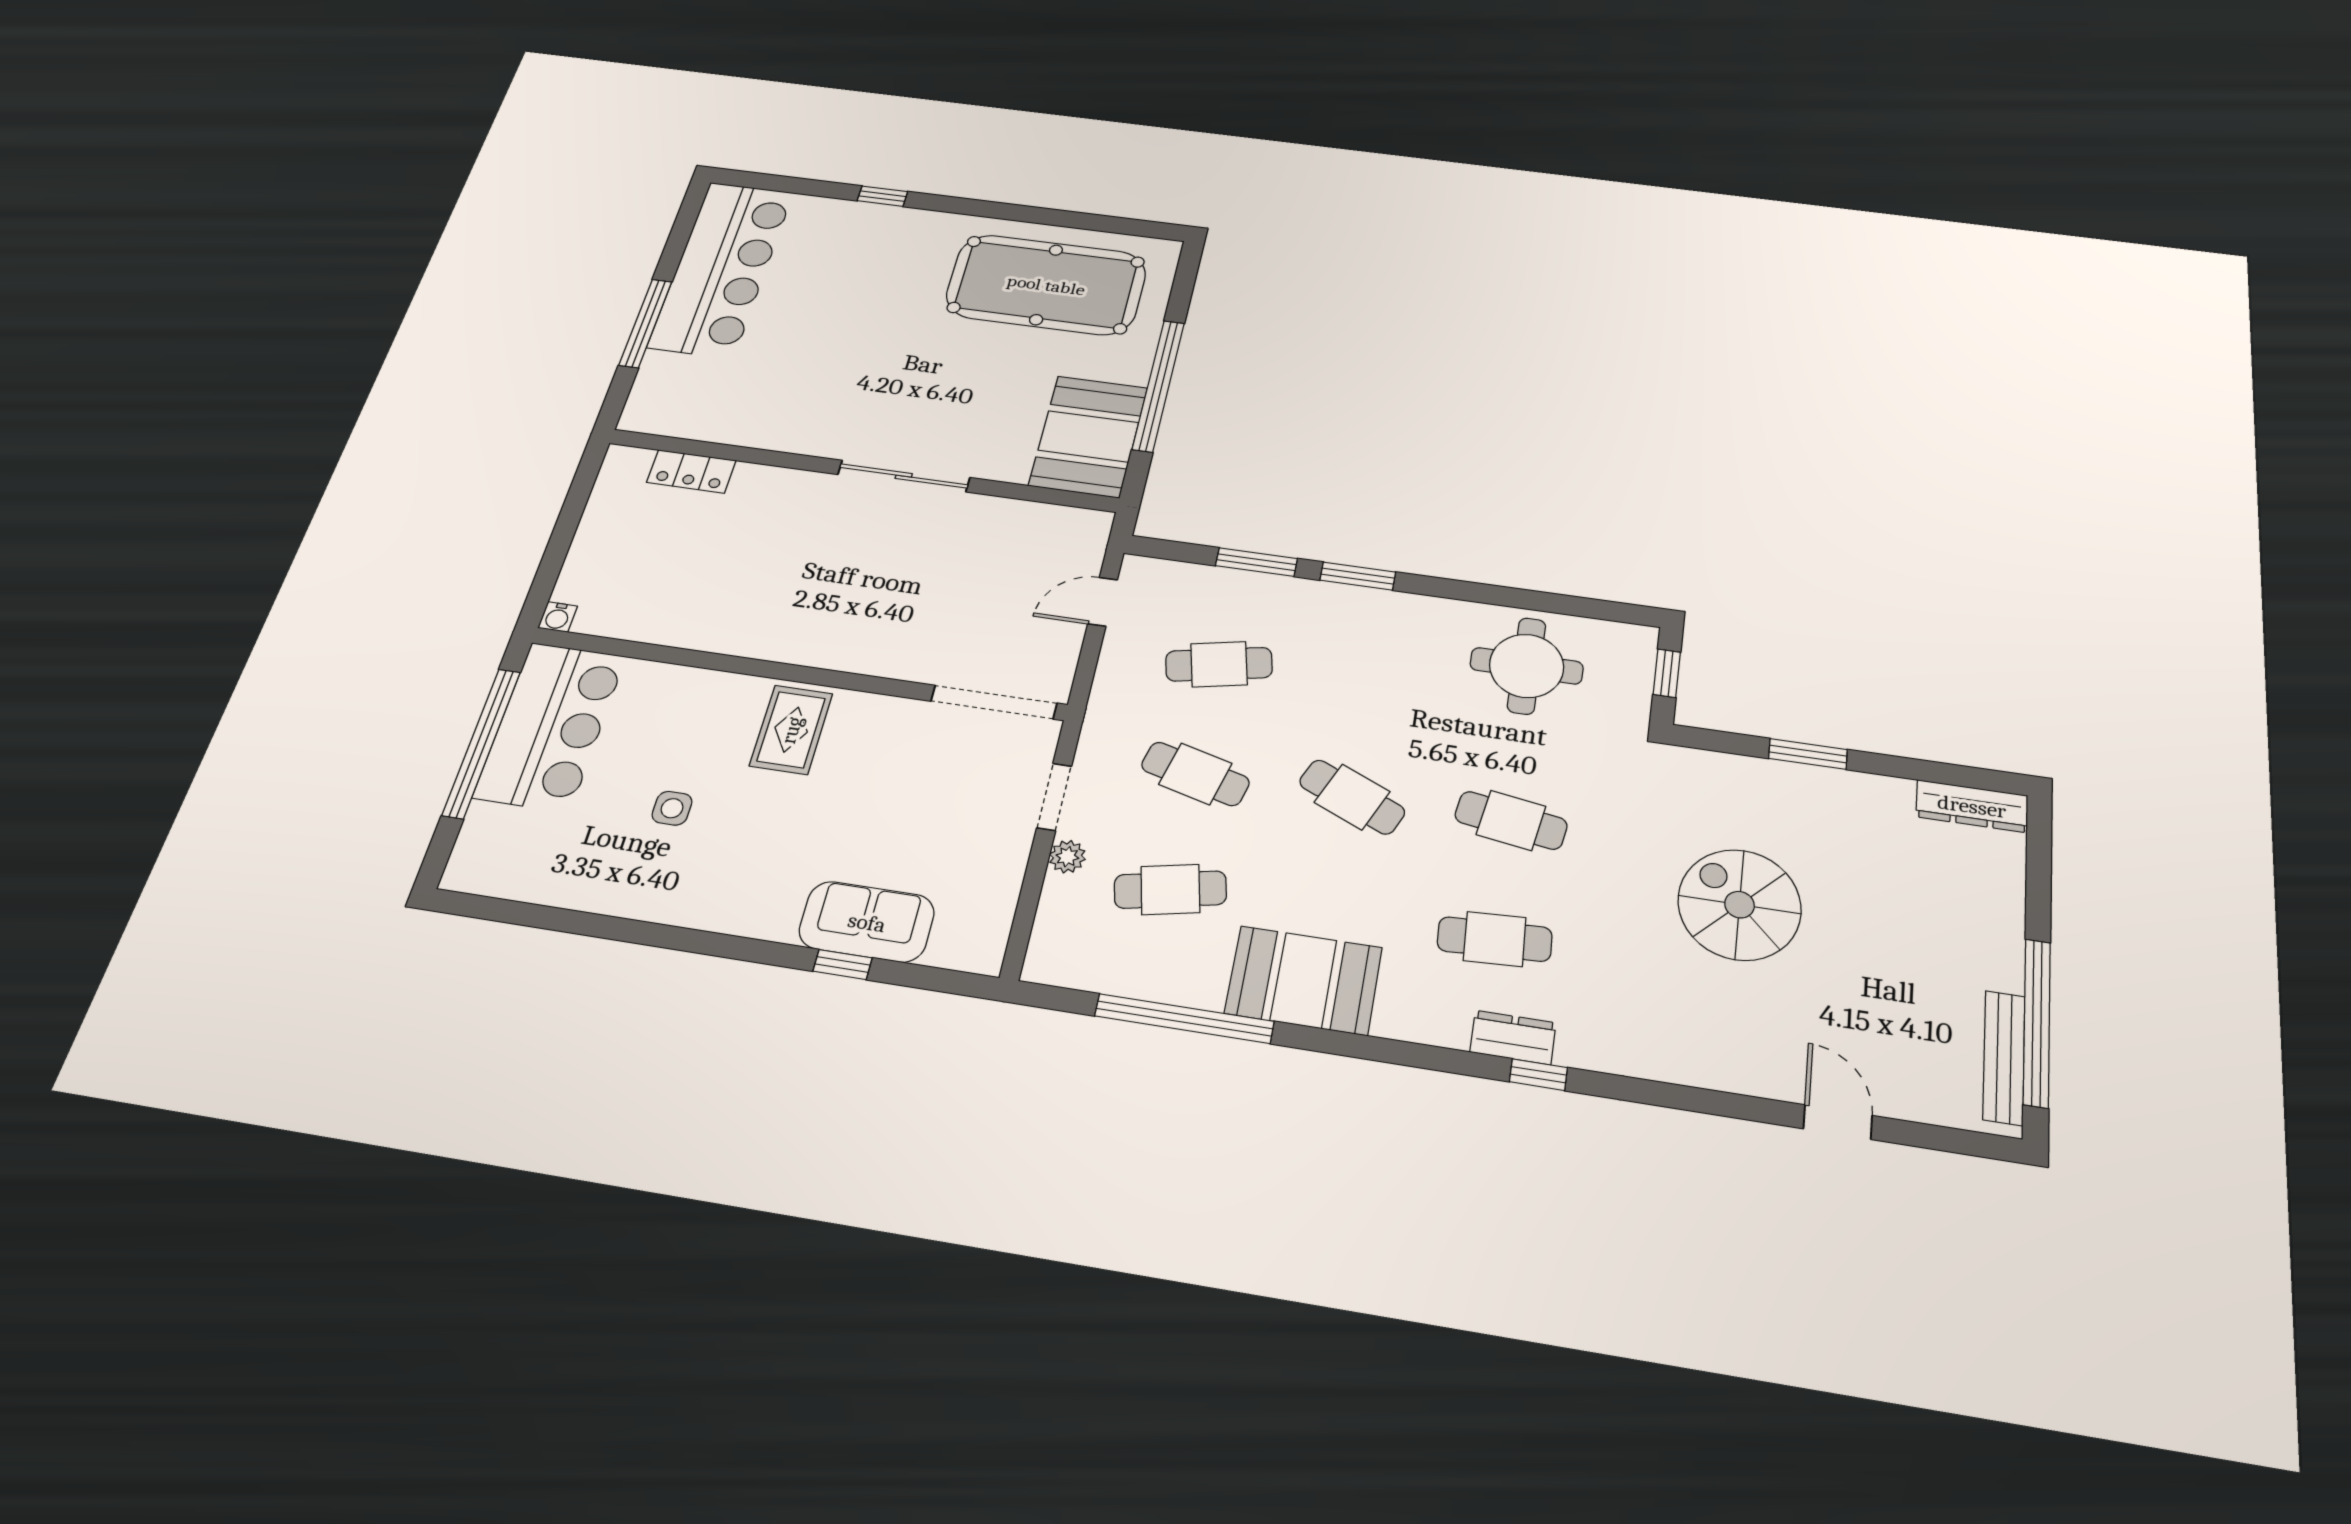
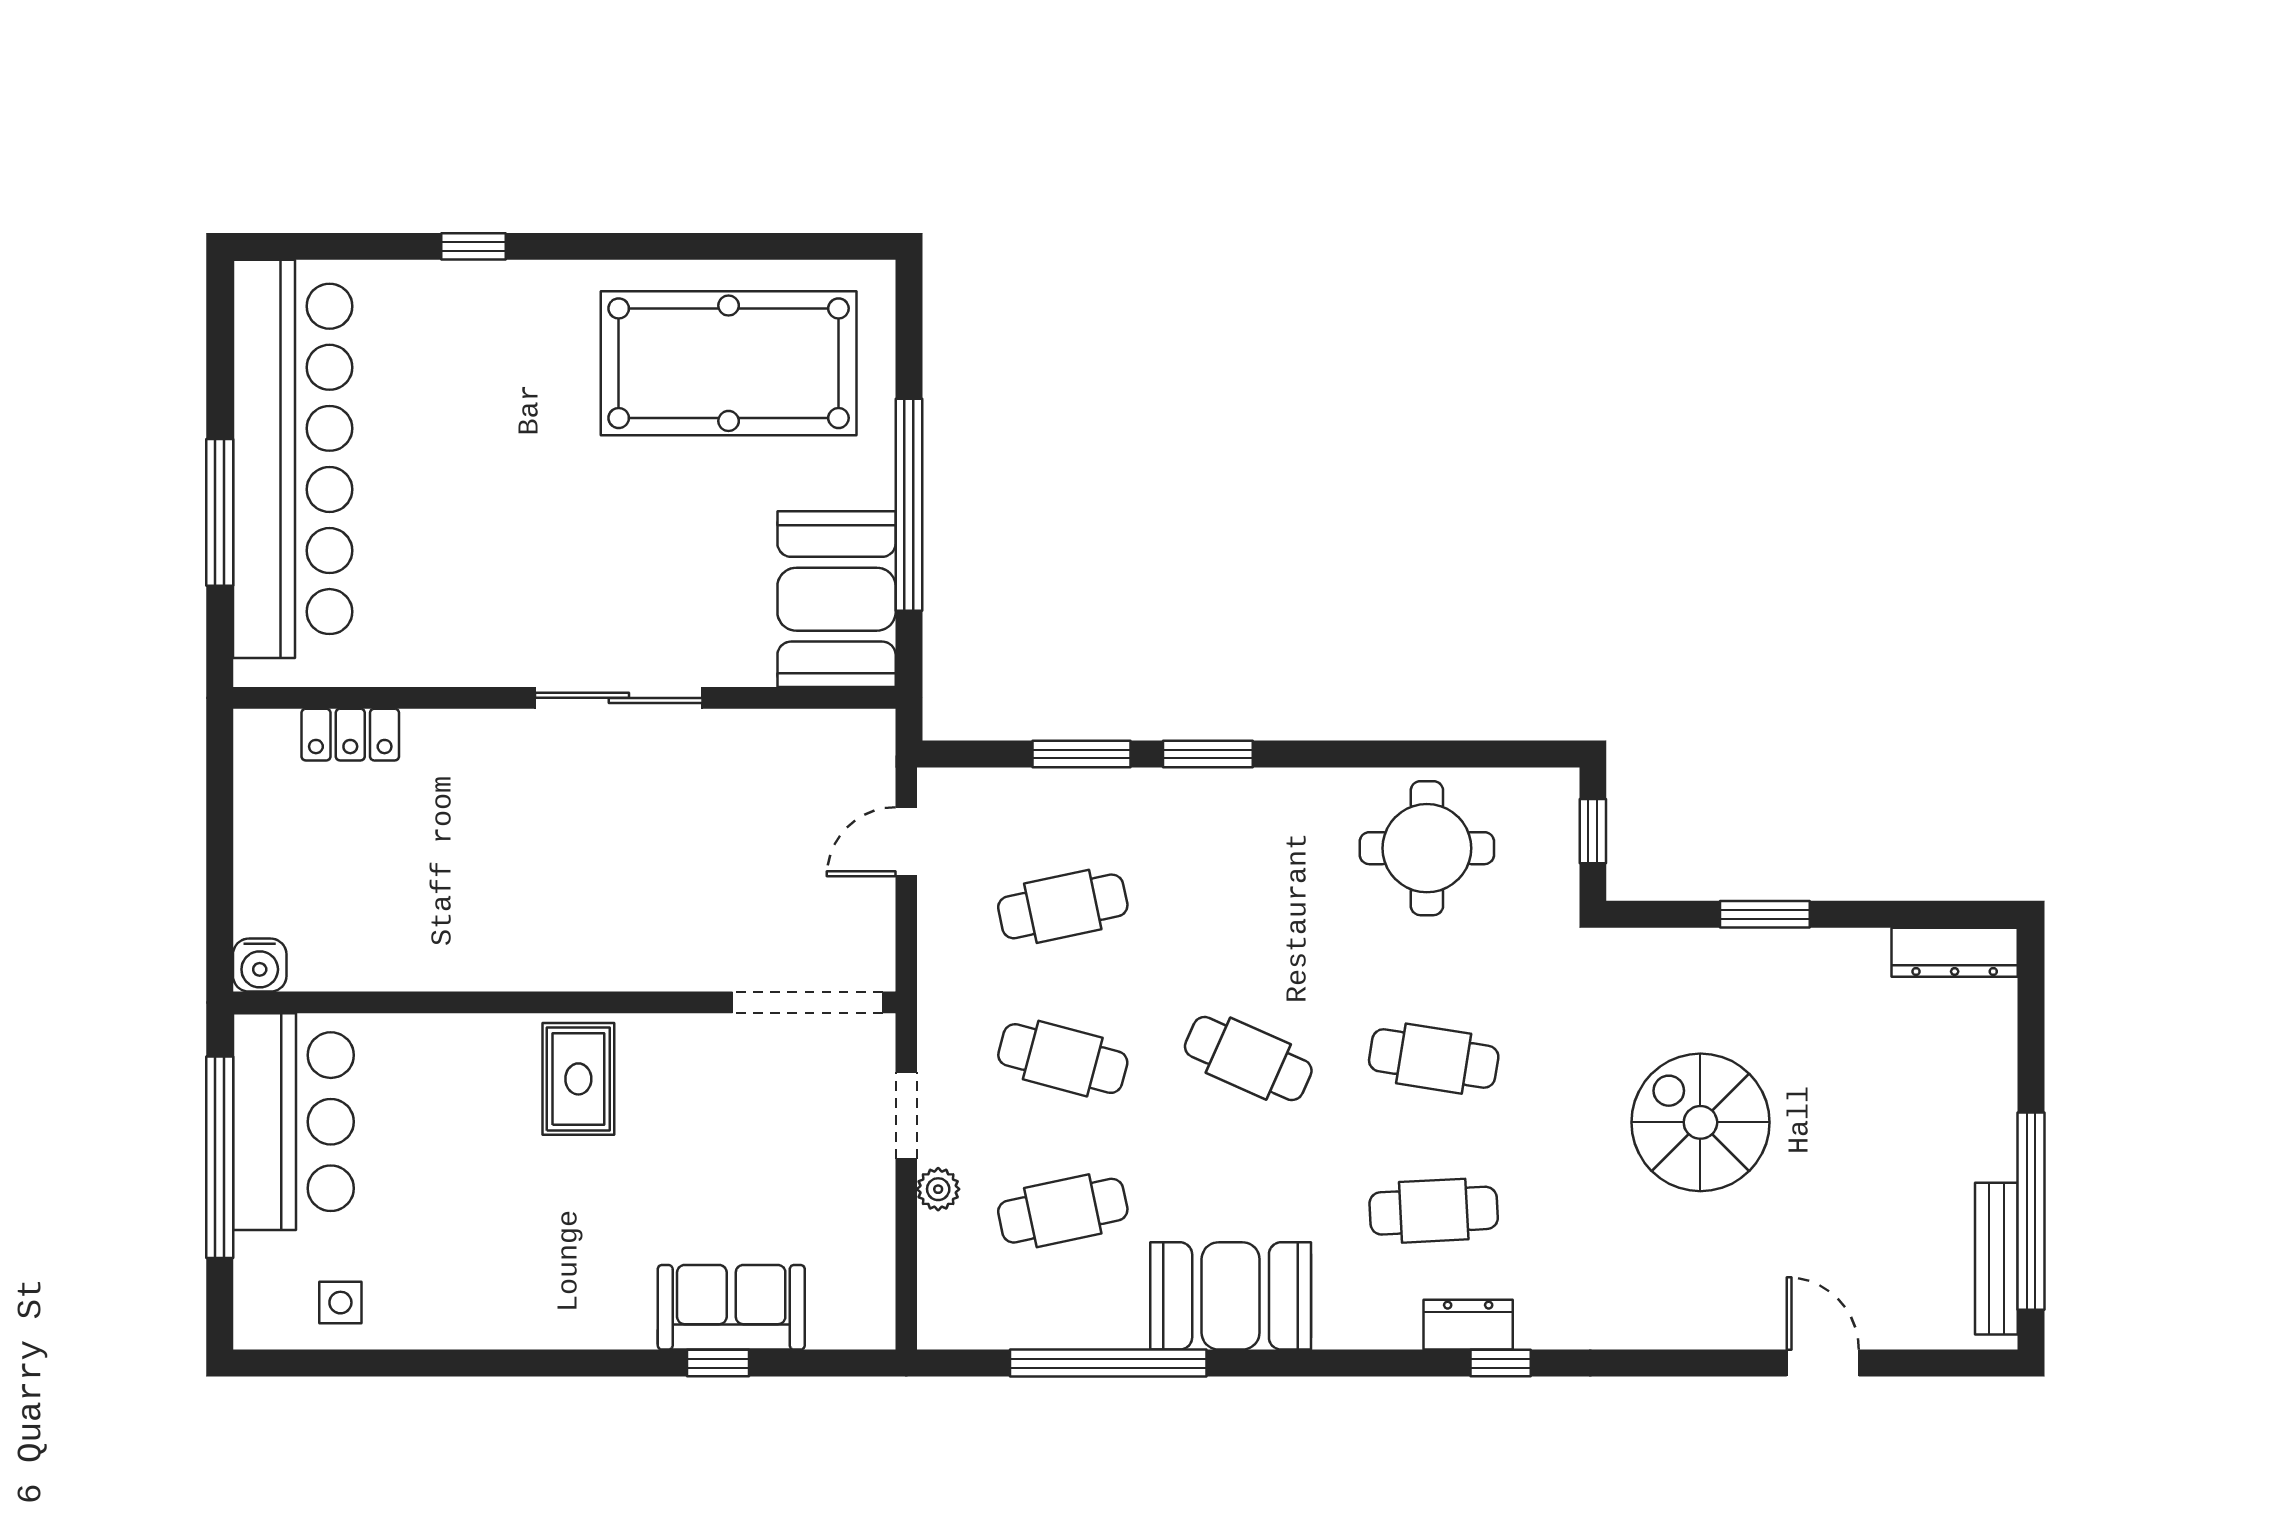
bar counter: (722, 269) -> (293, 459), width x1.36
water cooler: (558, 617) -> (260, 965), width x1.38, depth x1.38
side table: (672, 808) -> (340, 1303), moved

